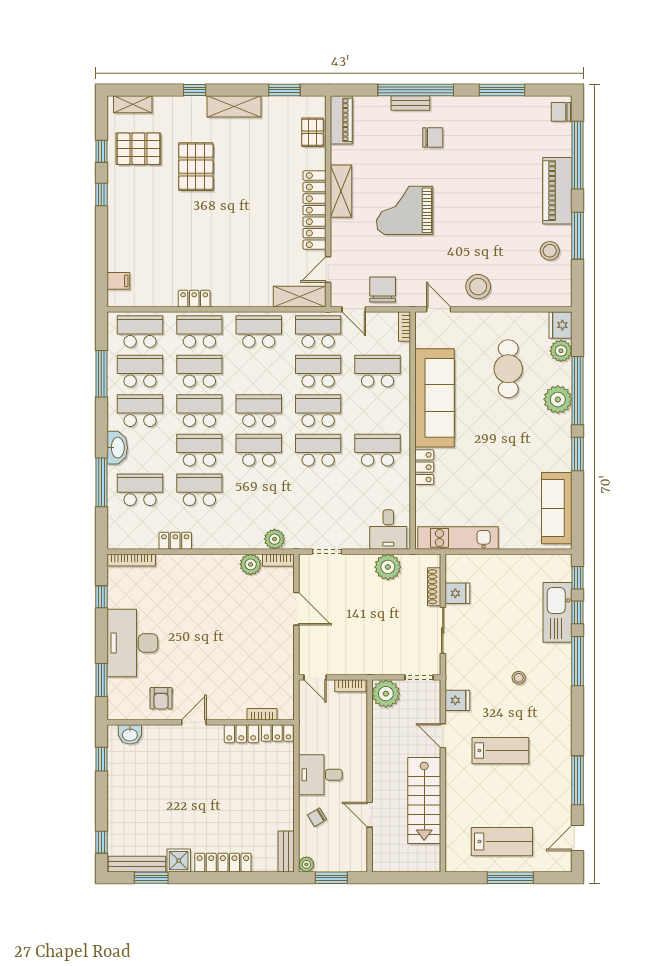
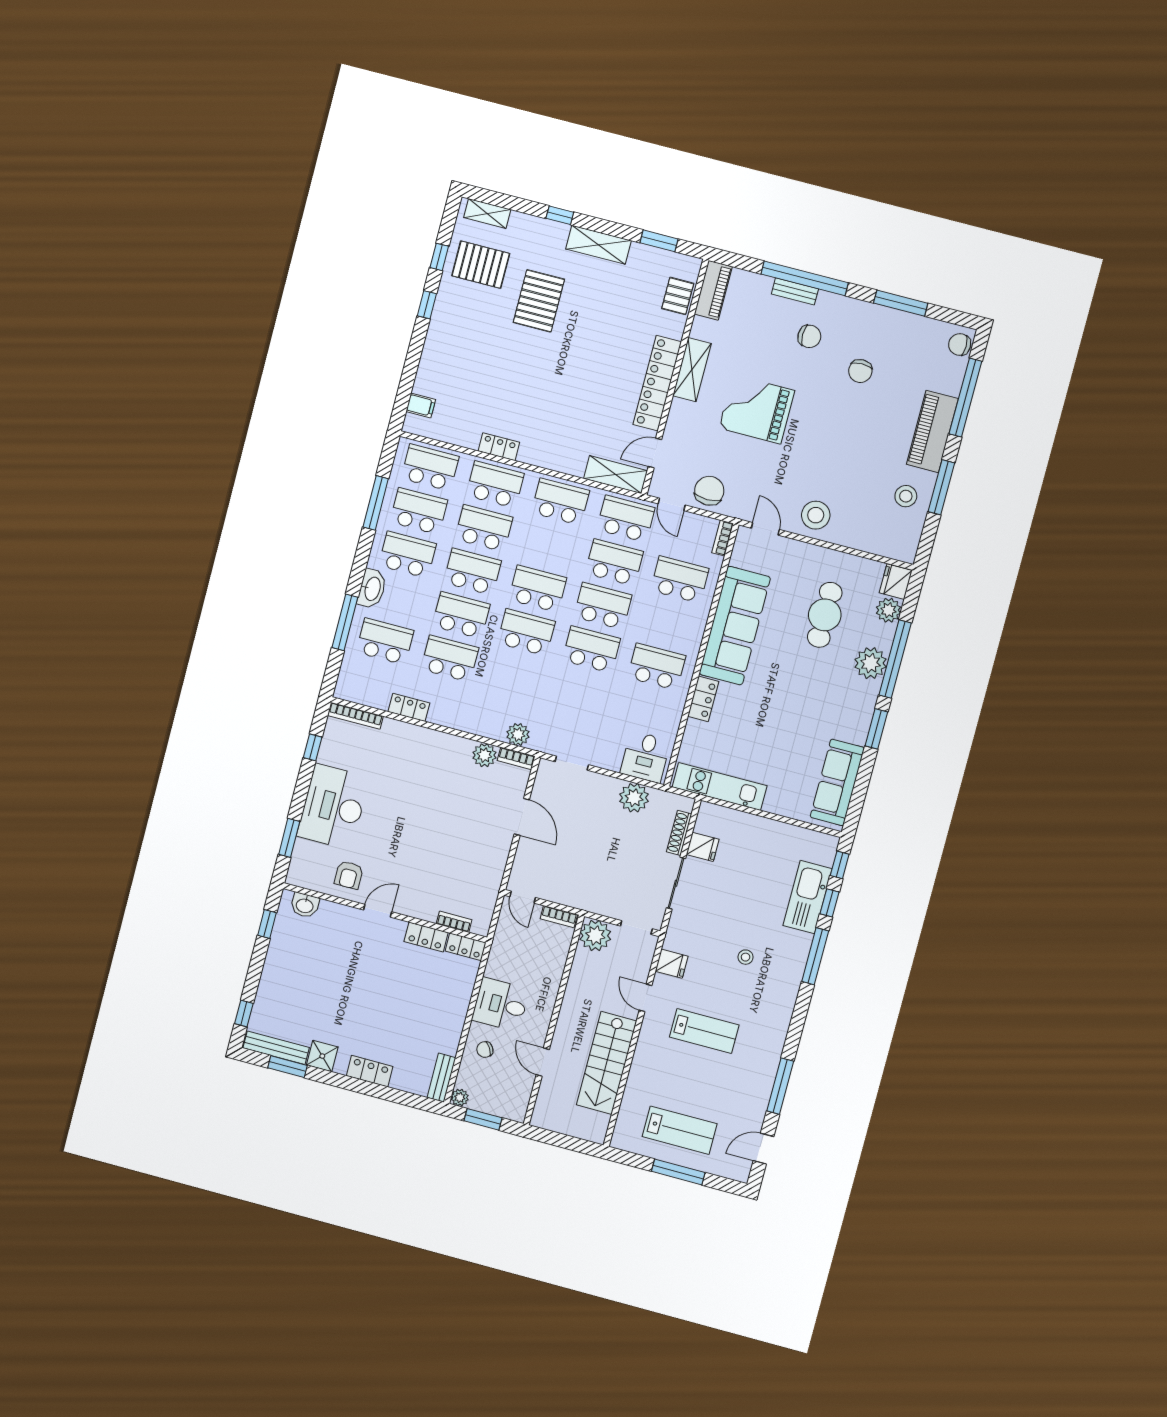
chair: (483, 156) -> (860, 371), added
locker: (223, 863) -> (370, 1071), width x0.66

